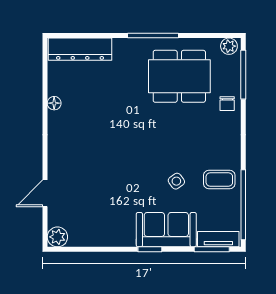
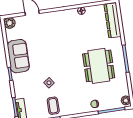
dining table: (179, 76) -> (99, 66), moved
sofa: (166, 230) -> (18, 56), moved

